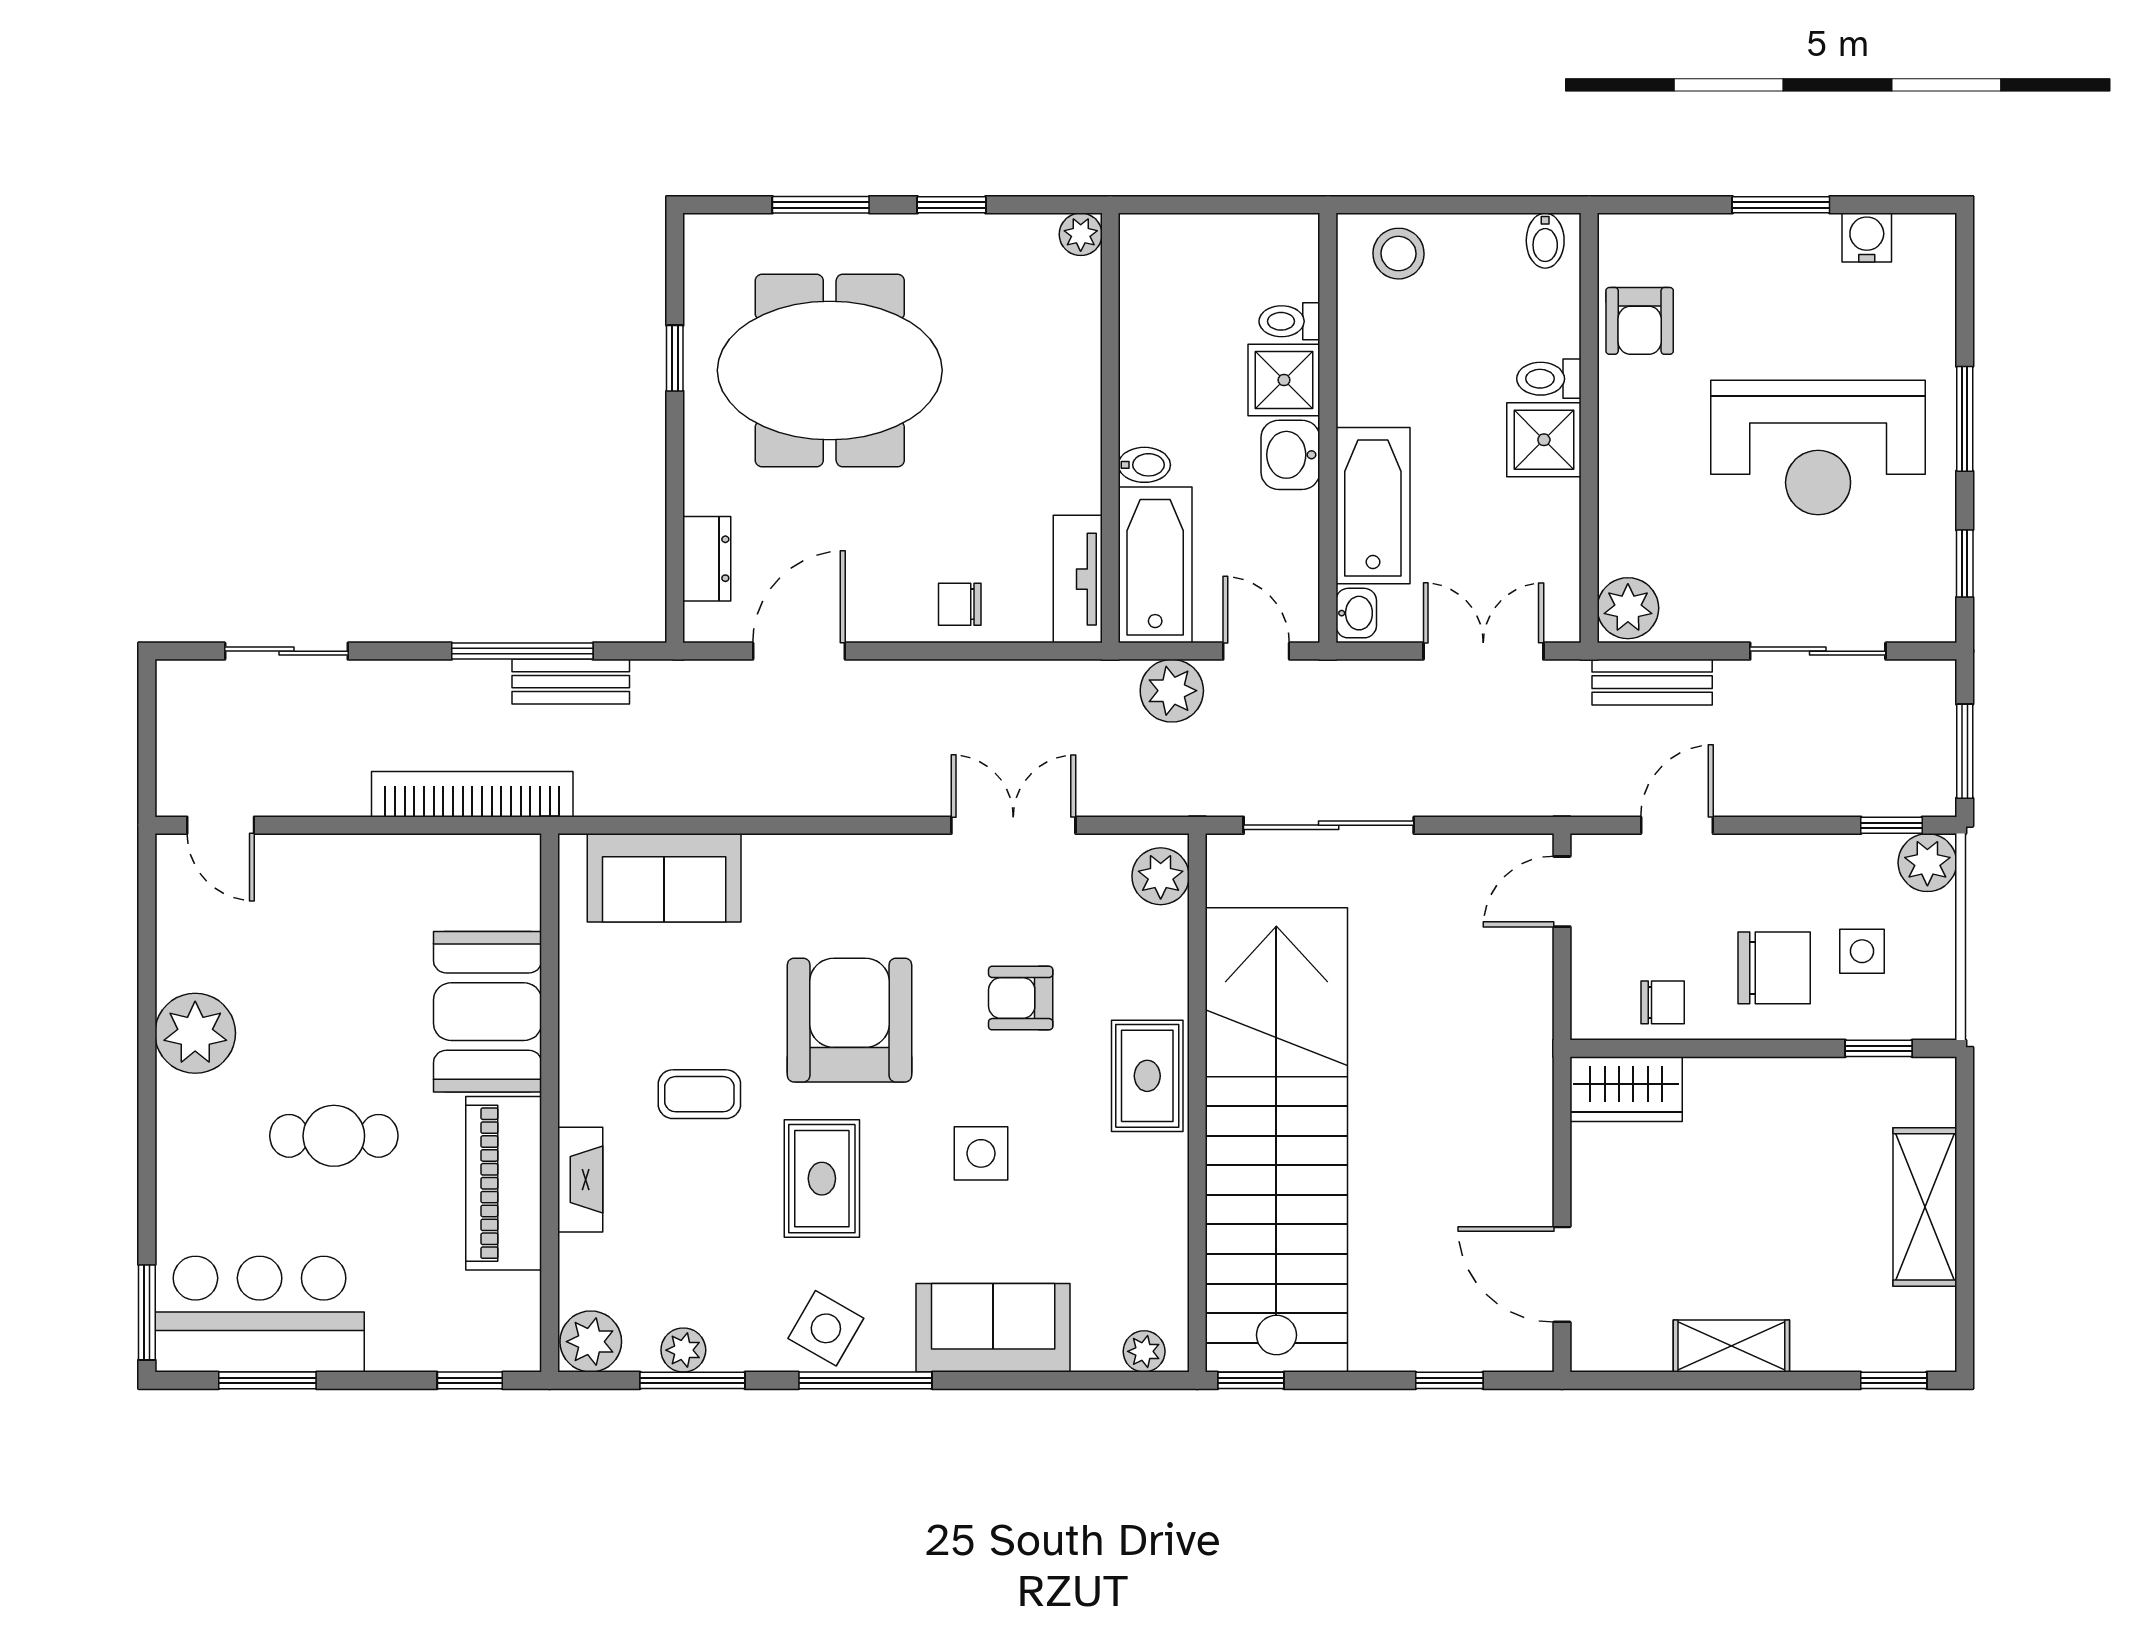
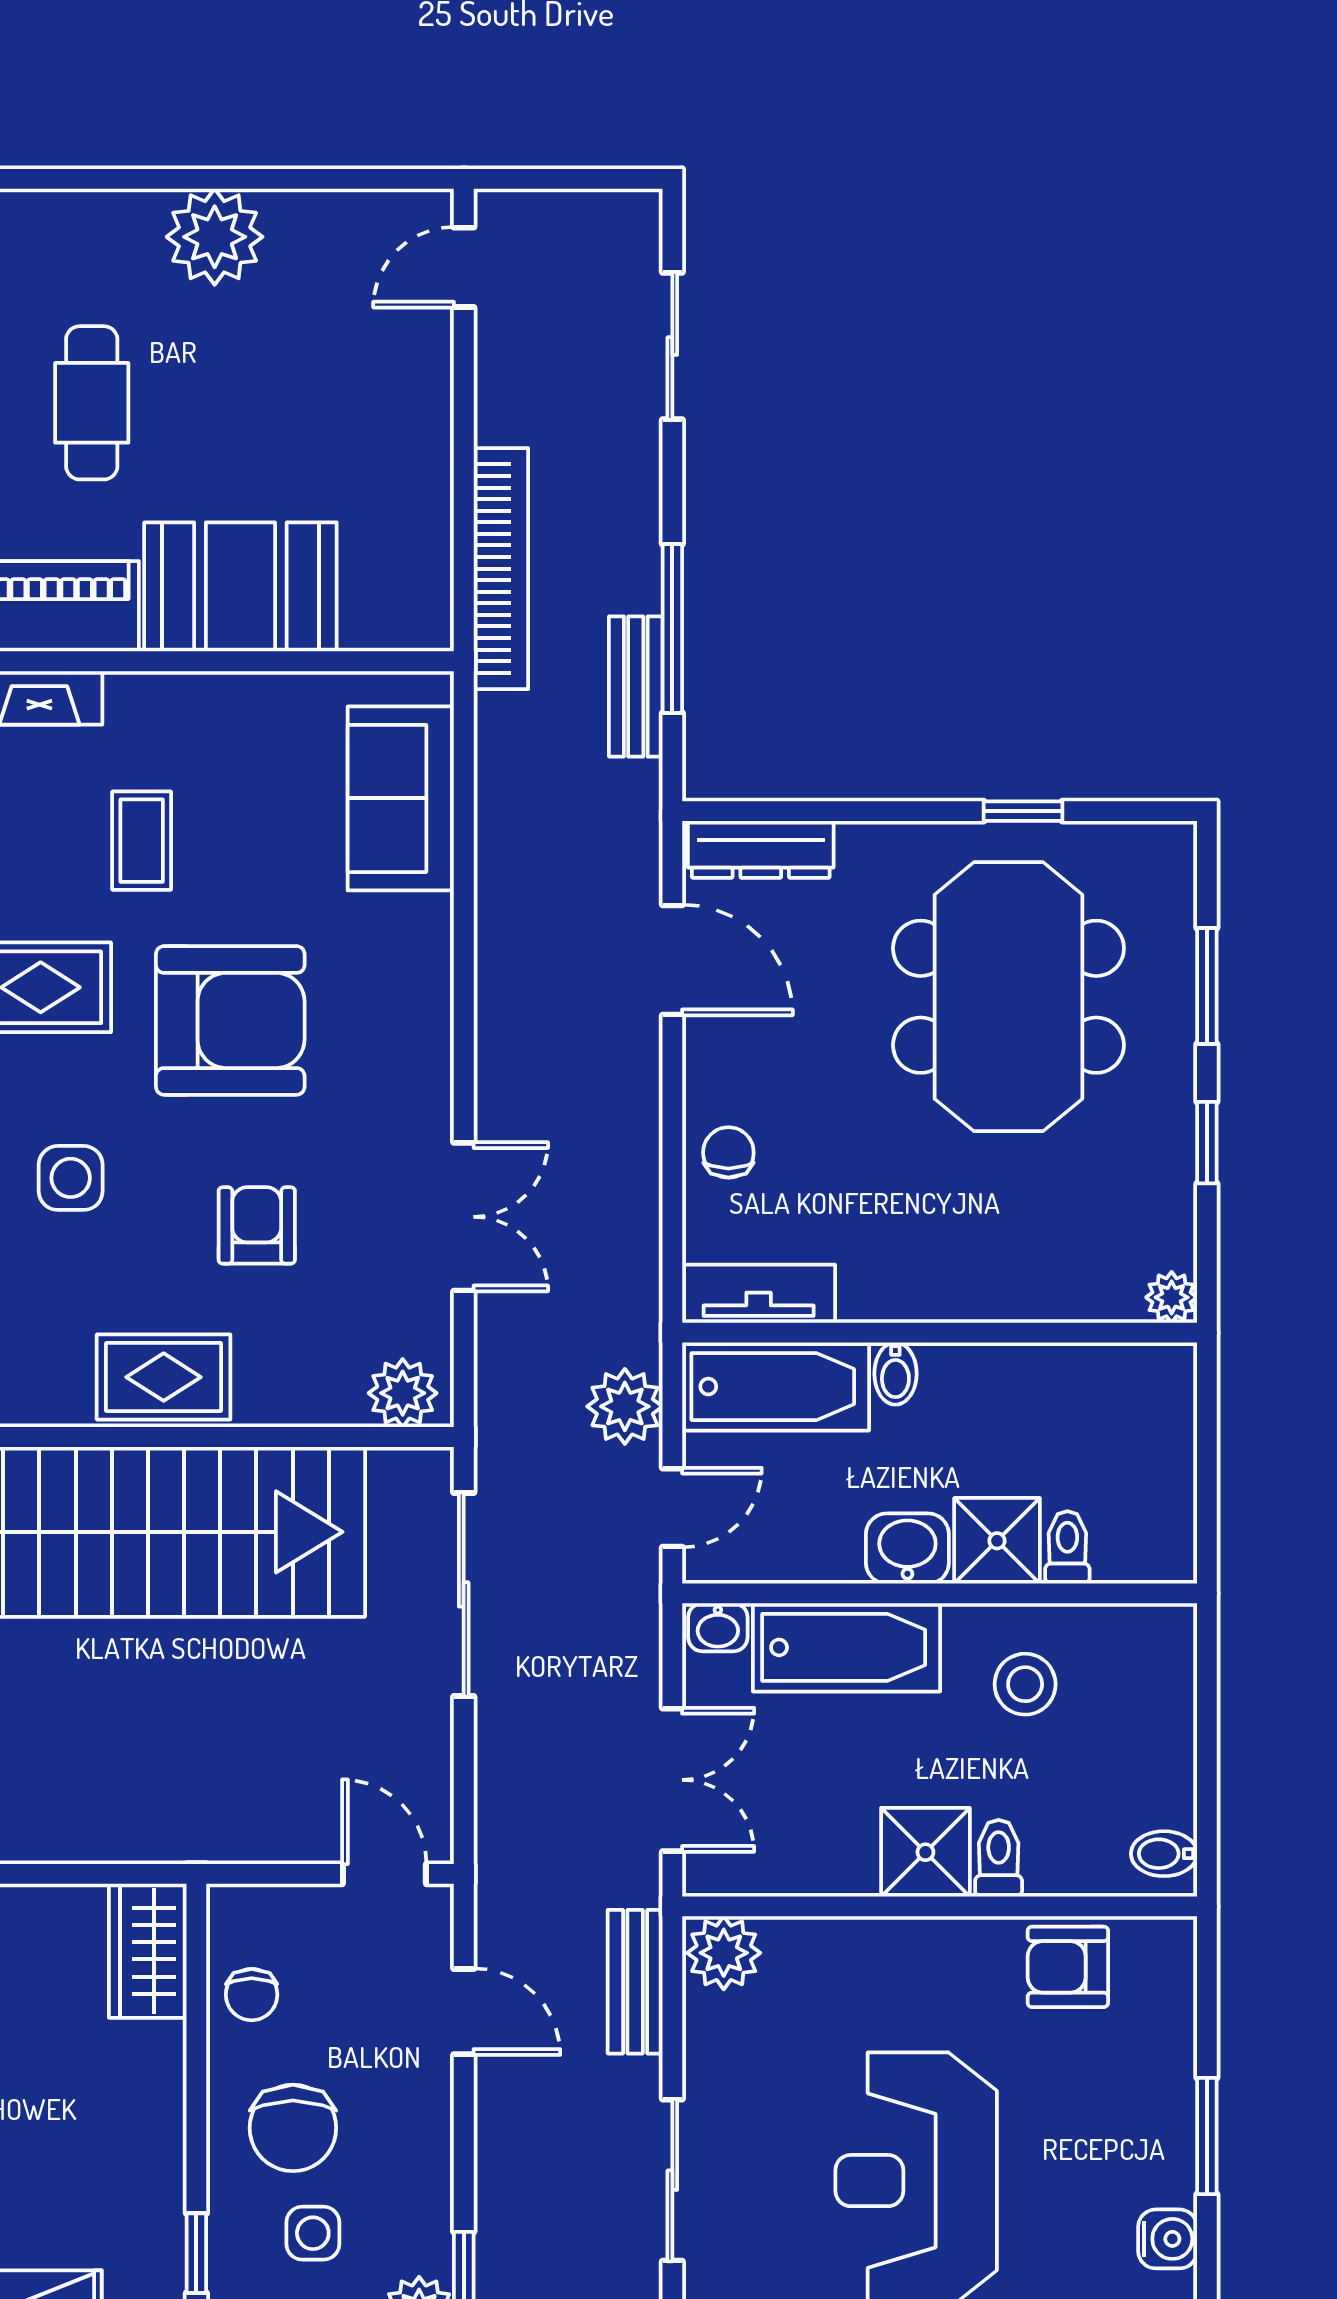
stool: (1399, 254) -> (1025, 1684), moved
dresser: (707, 559) -> (761, 849), width x1.44

